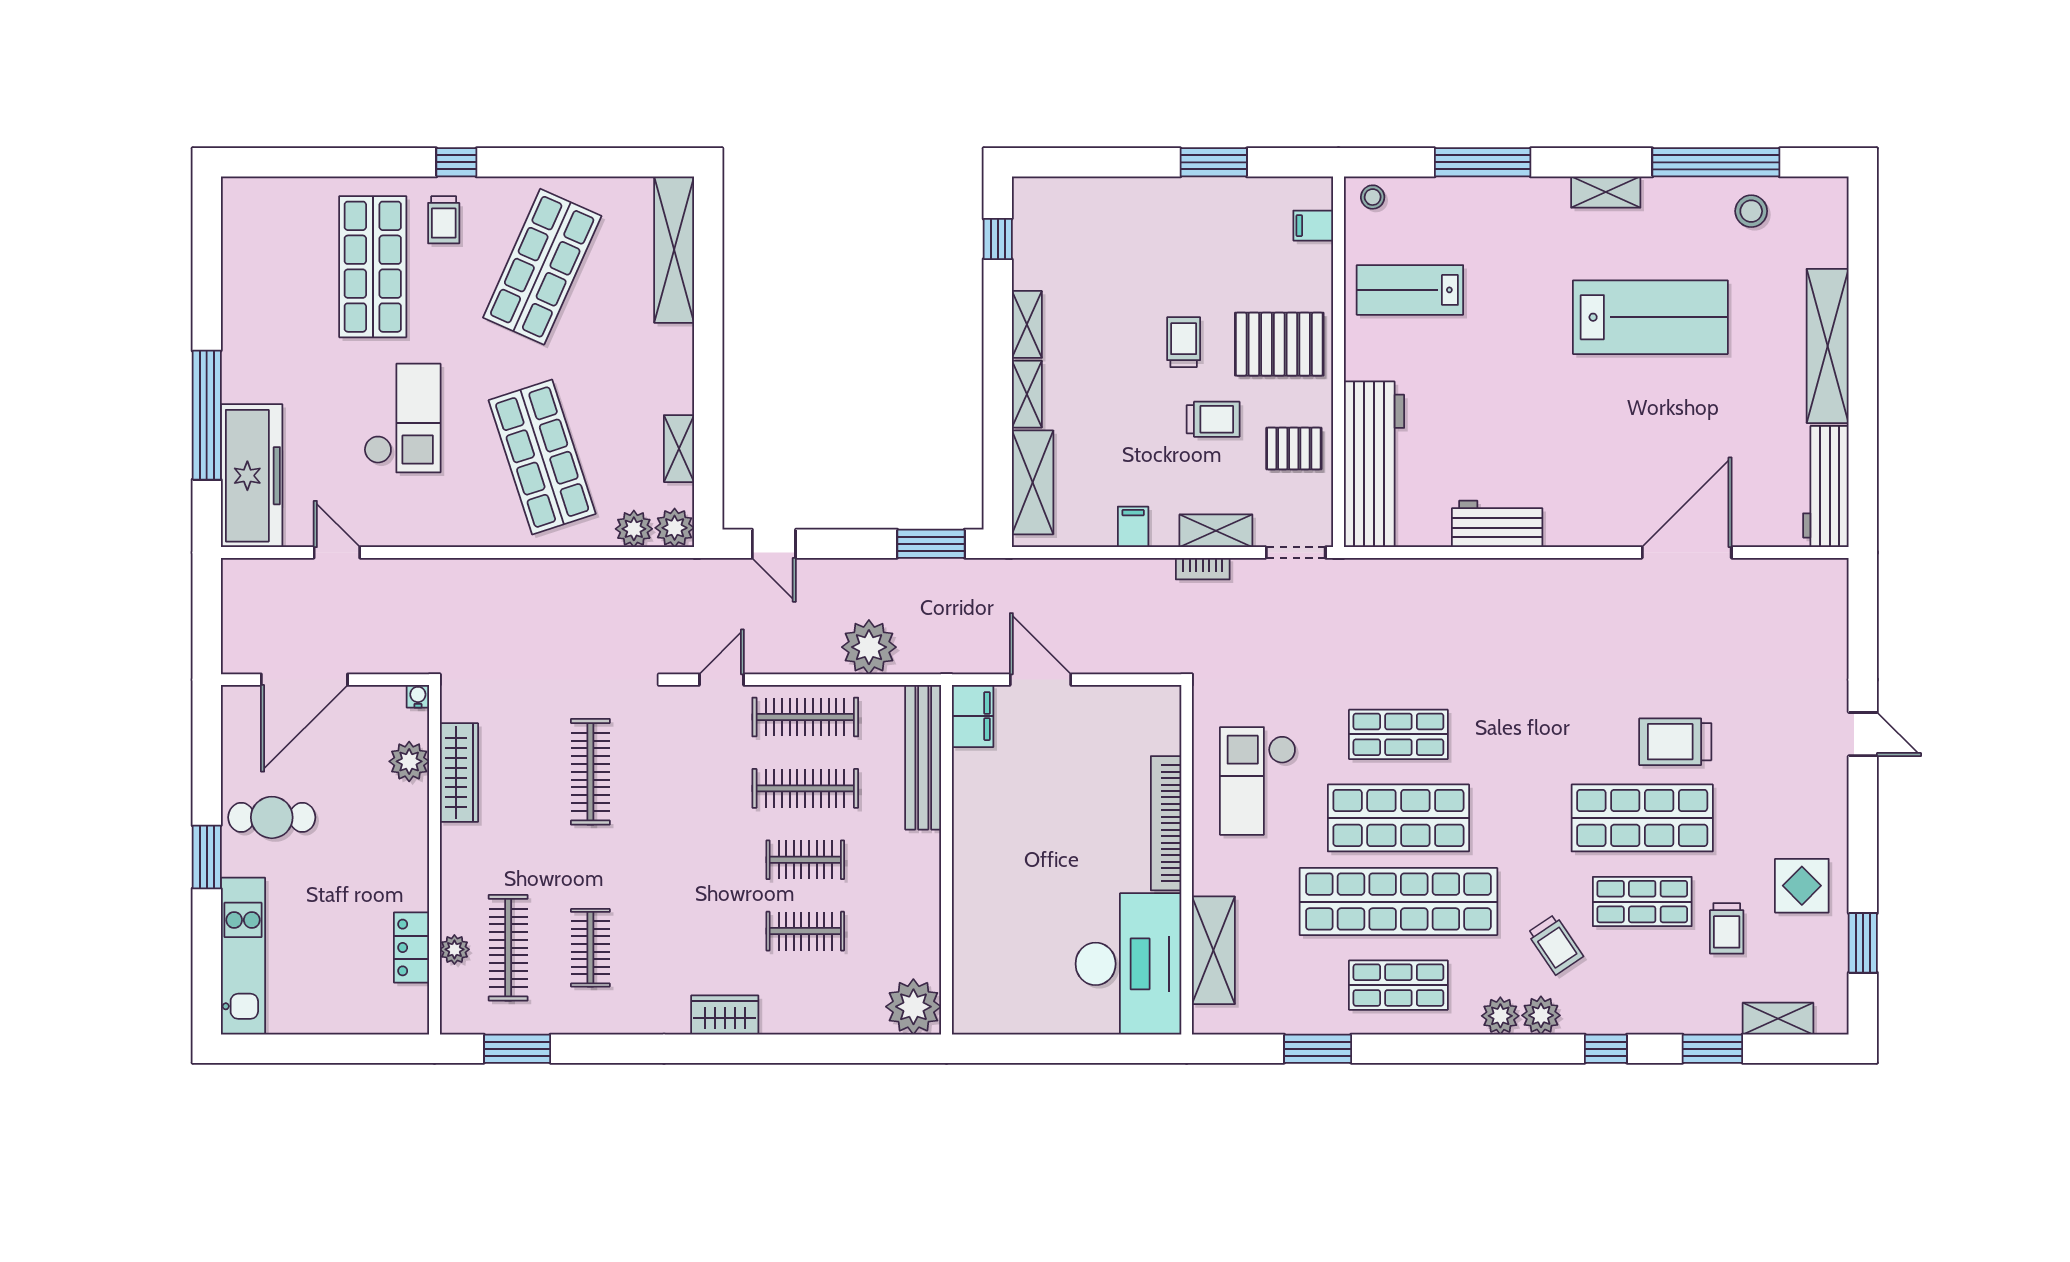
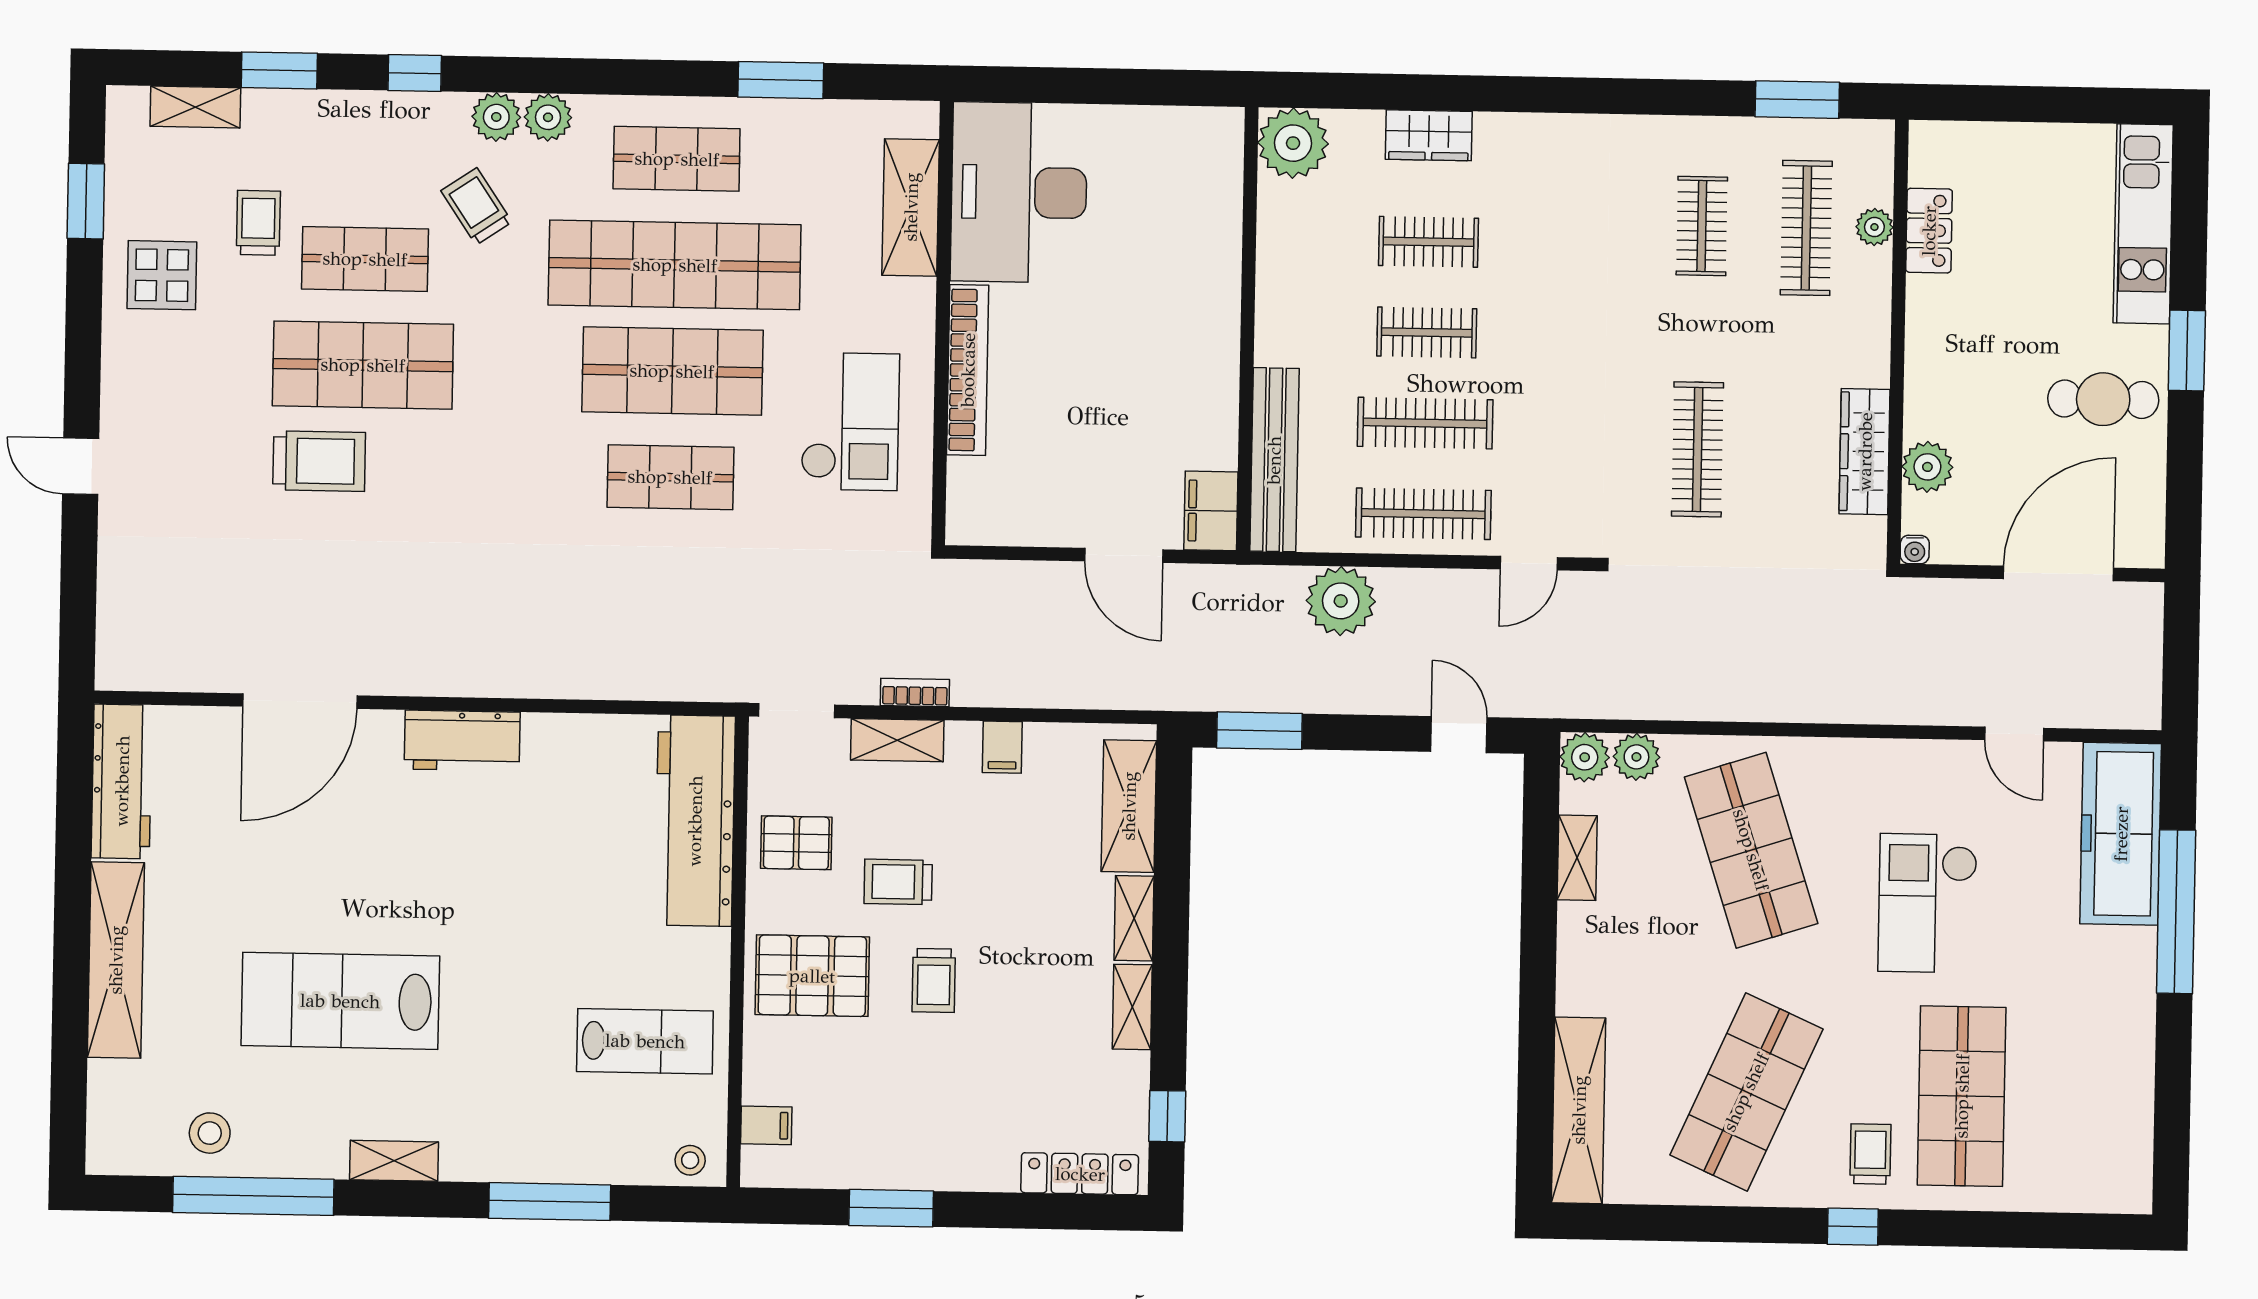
locker: (1066, 192) -> (1080, 1174), added
workbench: (1497, 524) -> (462, 741), moved
wardrobe: (725, 1015) -> (1429, 135), moved

